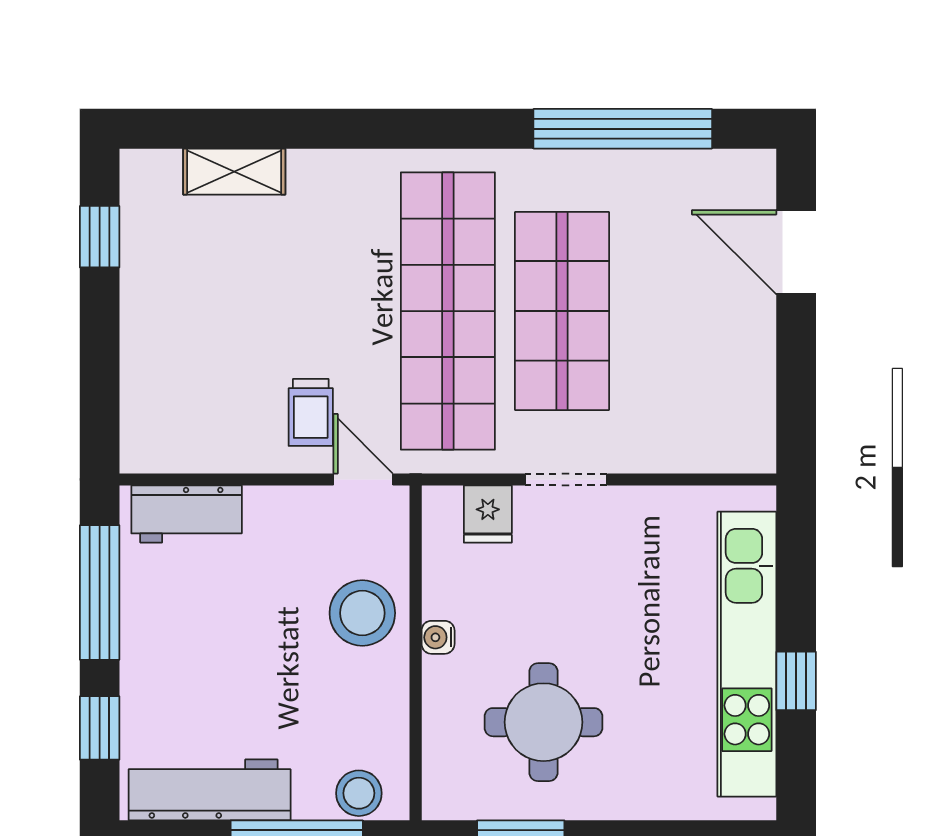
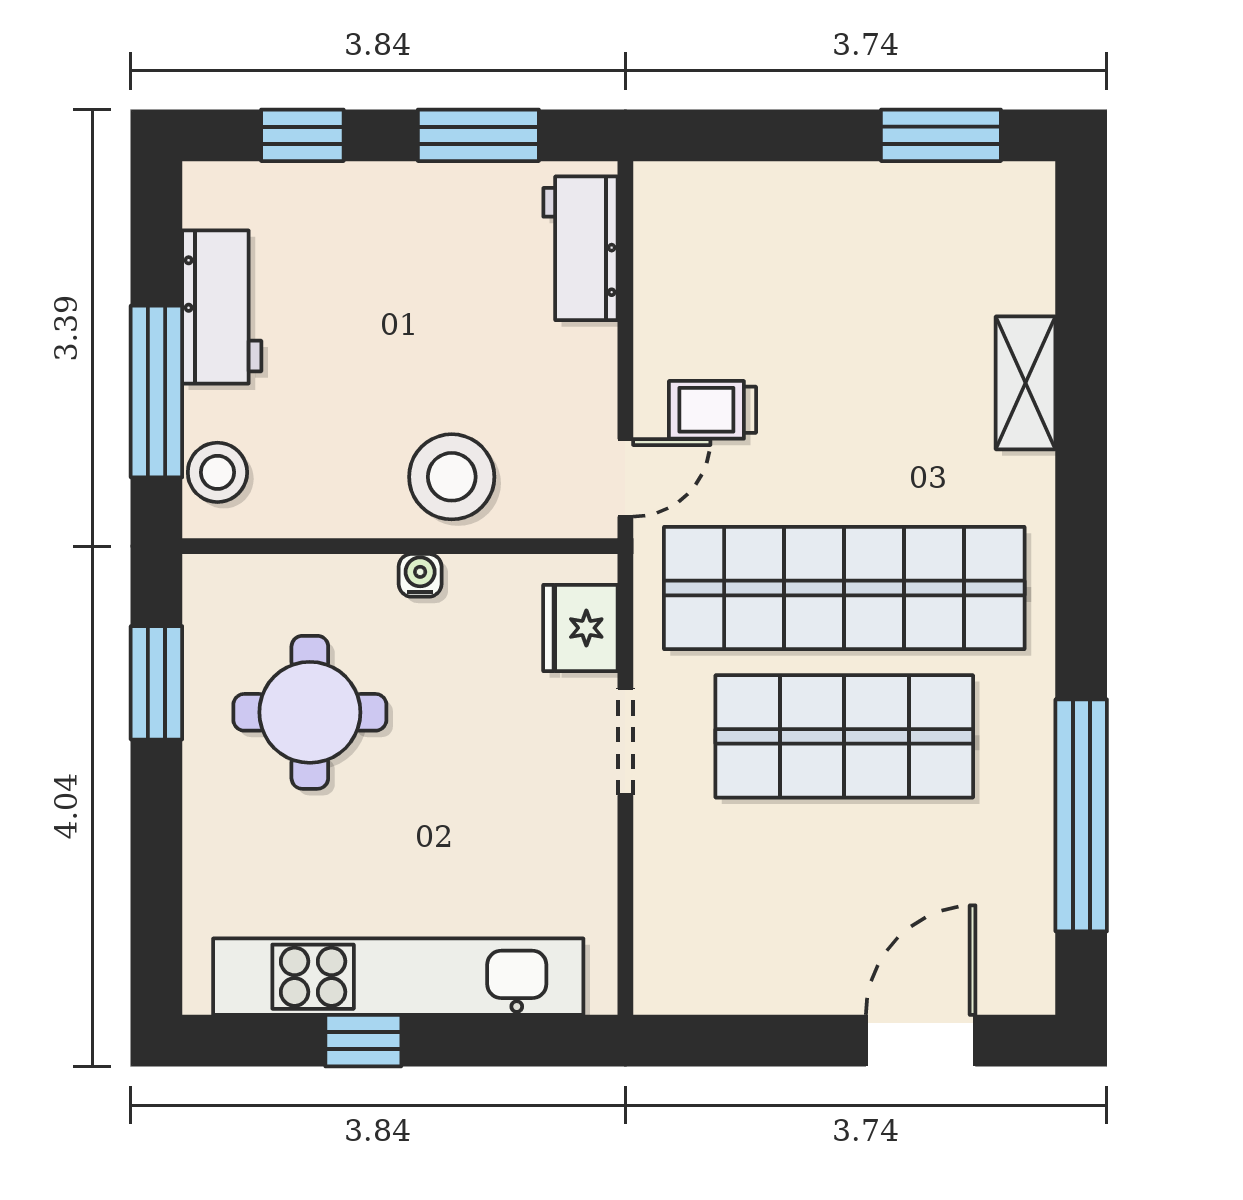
shelving: (234, 172) -> (1026, 383), moved
window: (100, 237) -> (941, 135), width x1.50
fridge: (488, 514) -> (580, 628), width x1.38
window: (100, 592) -> (478, 135), width x0.69
workbench: (210, 790) -> (222, 307), width x0.73

